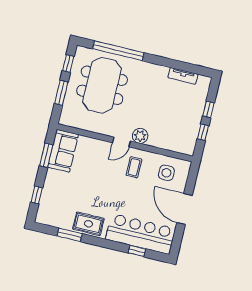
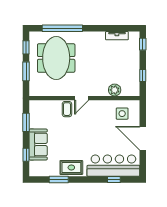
window: (208, 109) -> (143, 44), moved
plant: (140, 136) -> (115, 90), moved
sofa: (63, 151) -> (38, 145), moved
coffee table: (134, 167) -> (67, 109), moved

